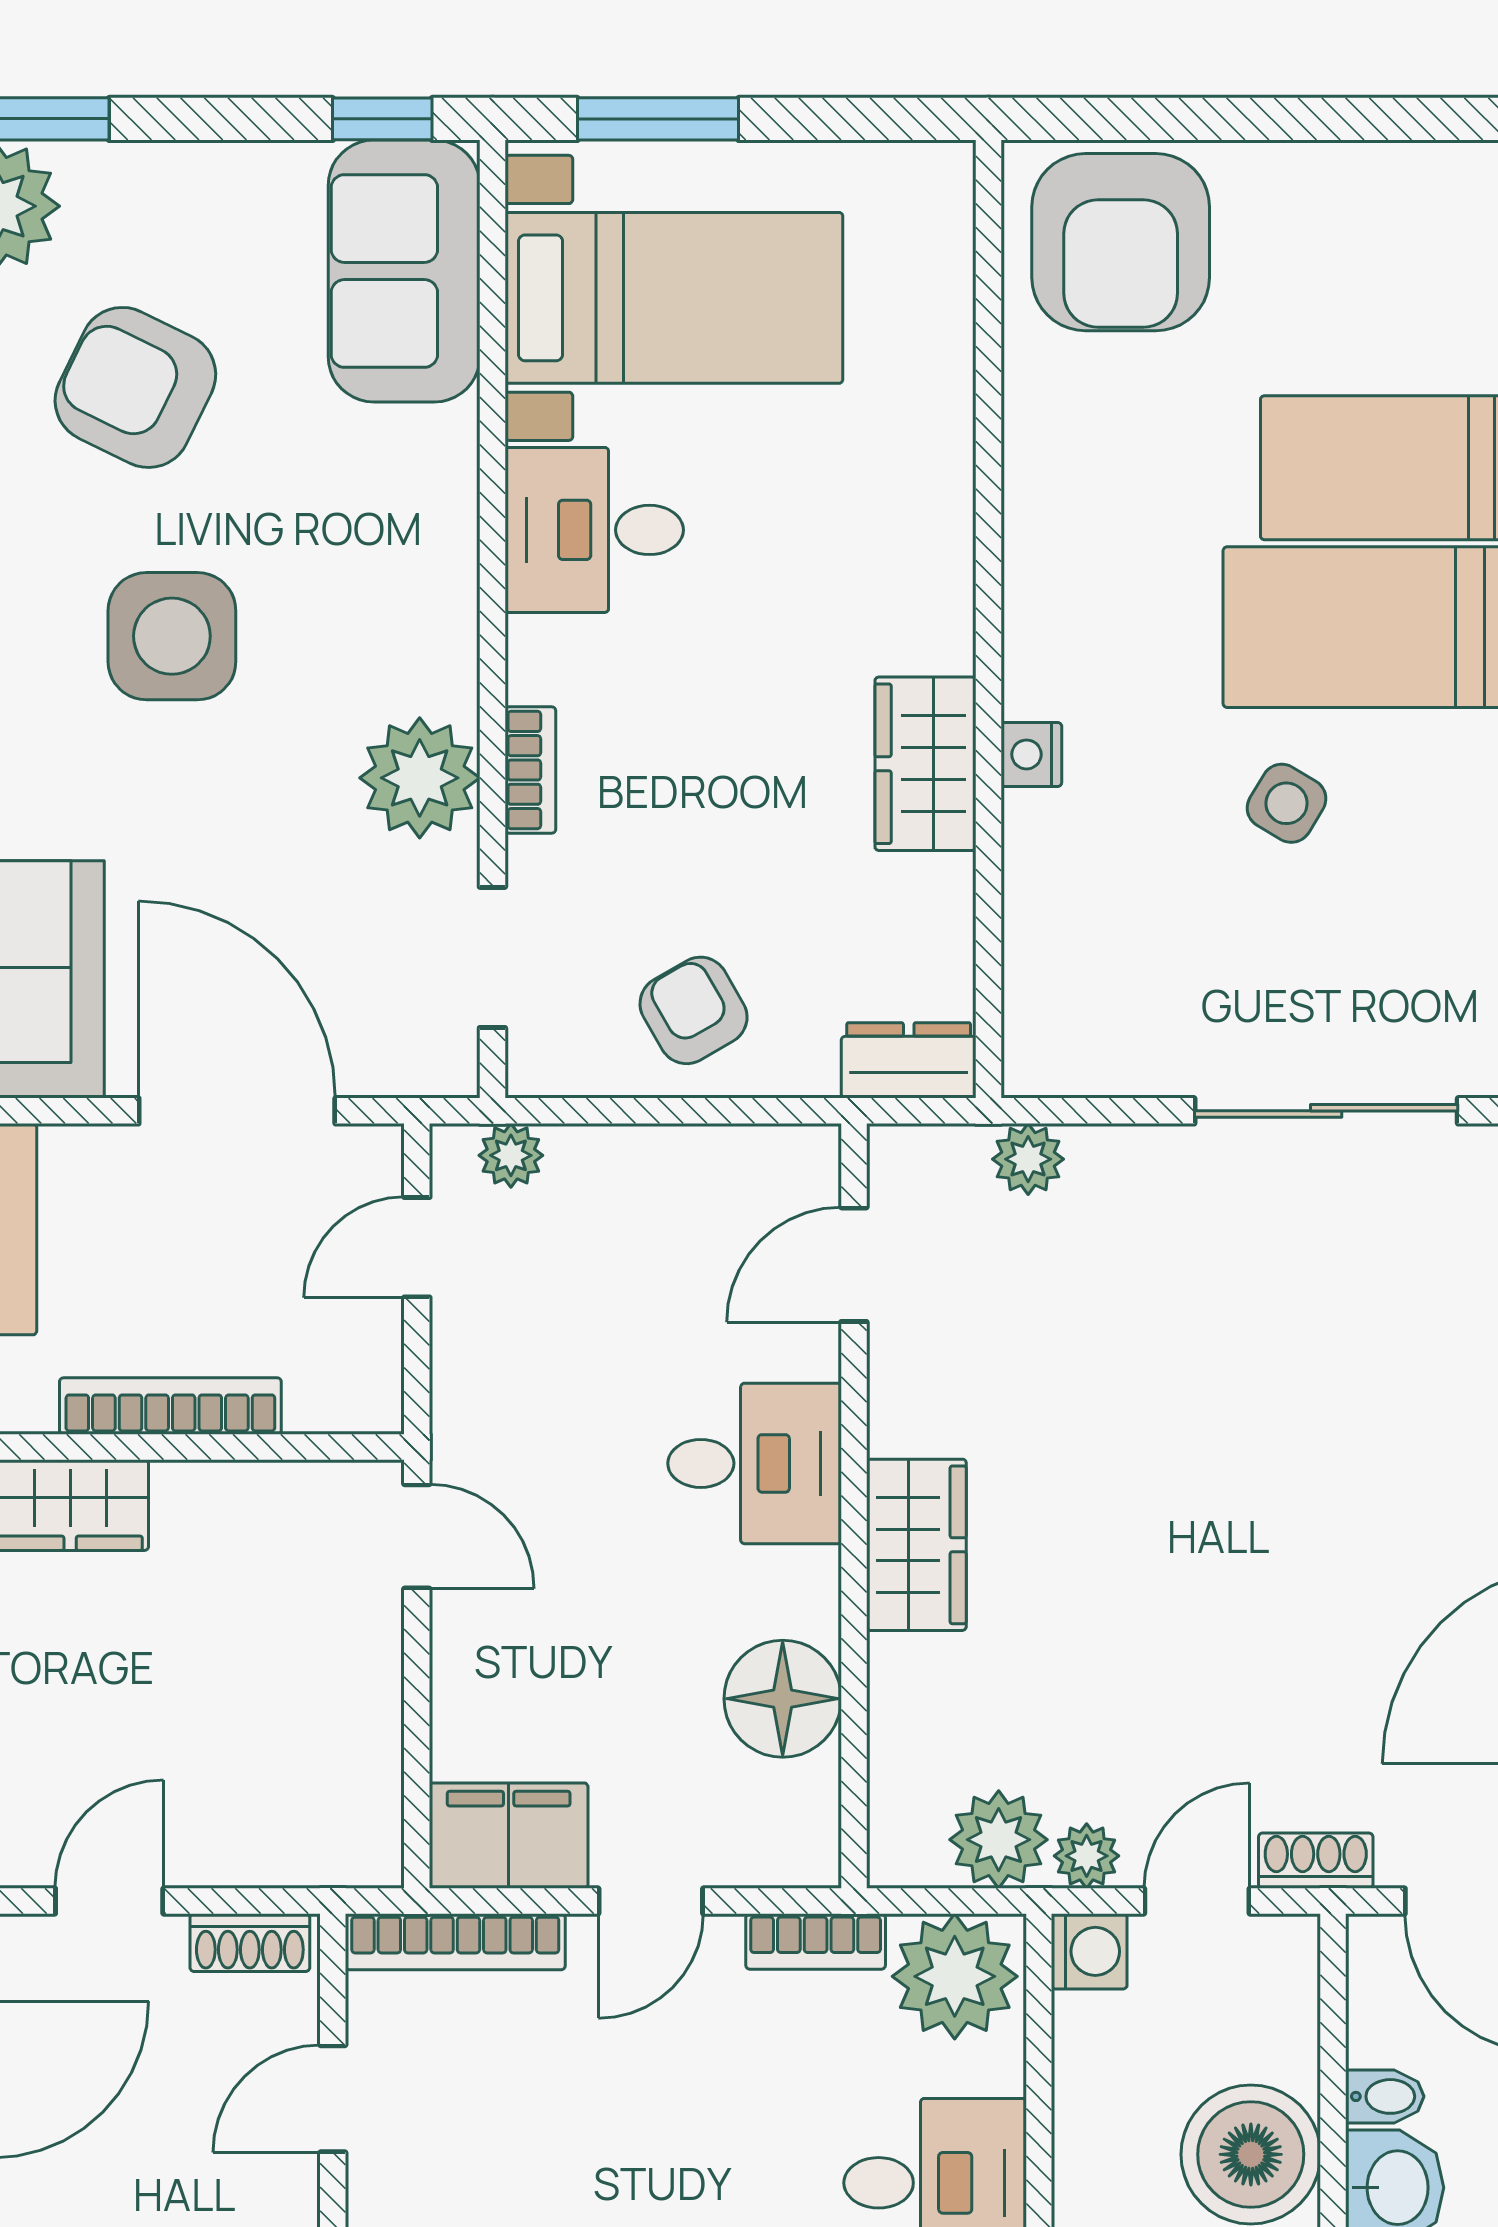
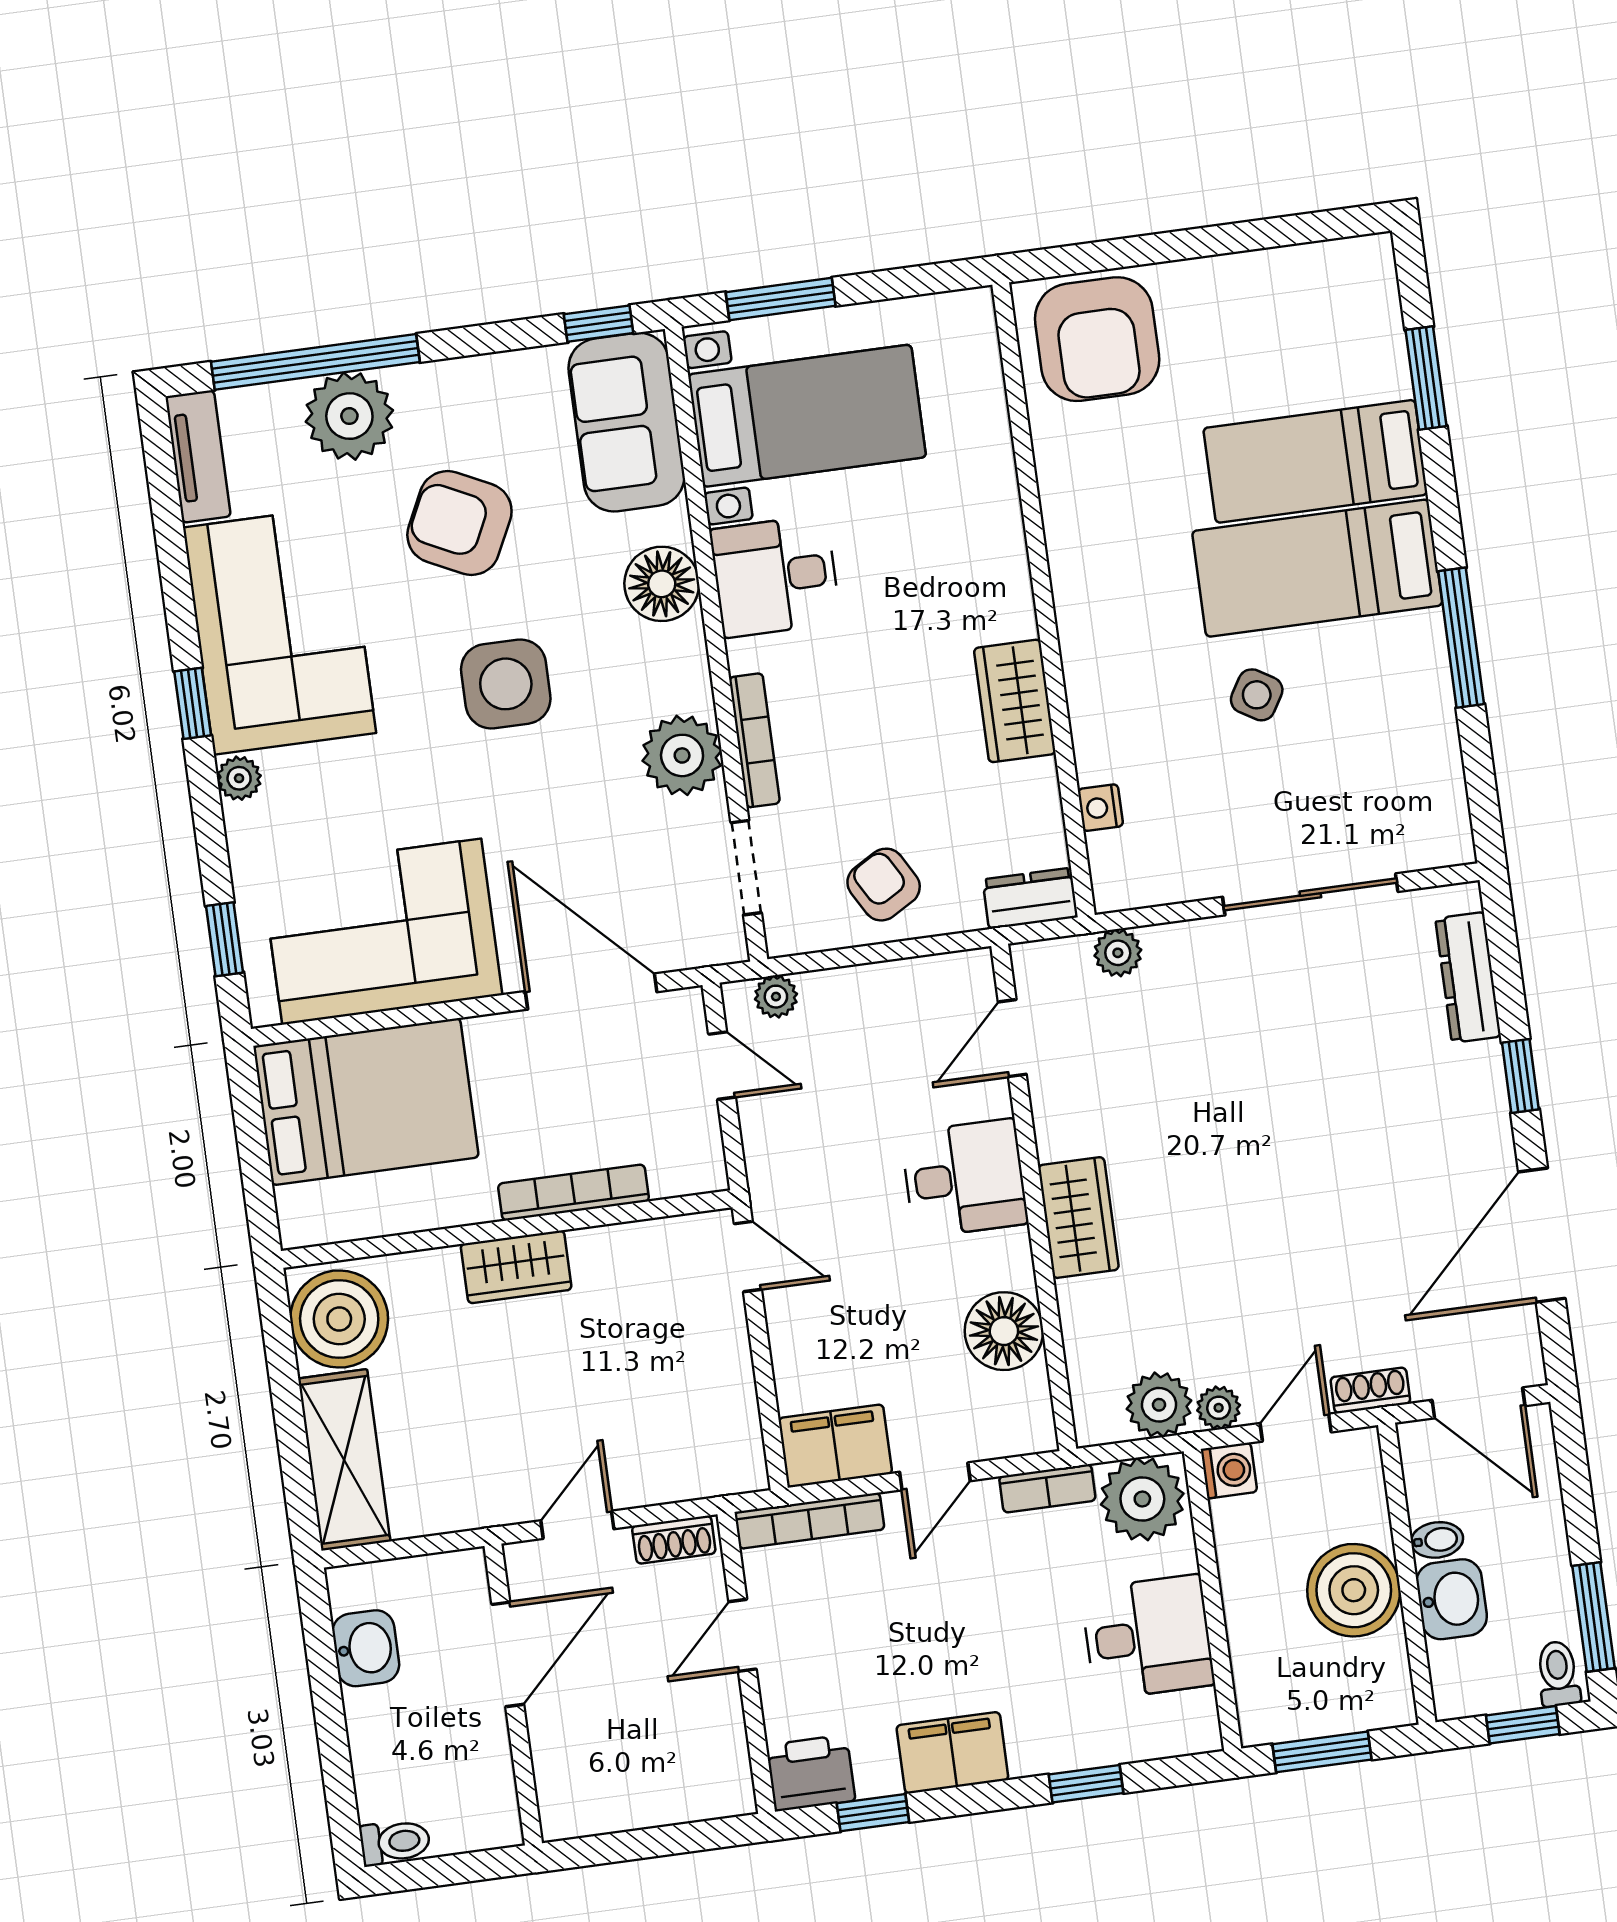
floor lamp: (424, 519) -> (662, 584), added
nightstand: (1031, 754) -> (1100, 808), moved
bookcase: (530, 770) -> (754, 740), width x1.56
door: (417, 1247) -> (722, 1066), swing flipped

